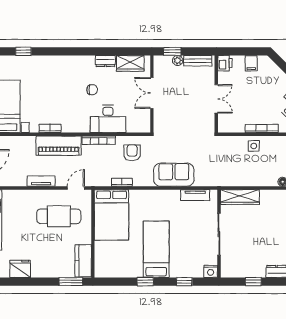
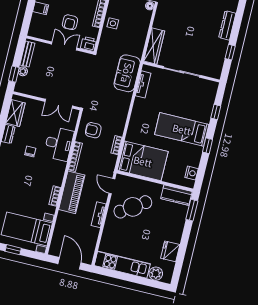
printer: (225, 63) -> (89, 44), moved
double door: (152, 93) -> (59, 104), moved
armchair: (244, 99) -> (70, 22), added
sofa: (174, 175) -> (127, 73), moved
cafe table: (59, 216) -> (133, 207), turned 56
nightstand: (211, 271) -> (192, 173), moved

